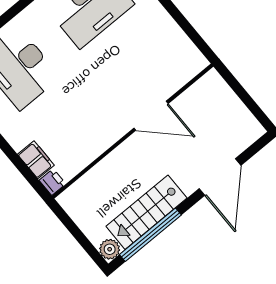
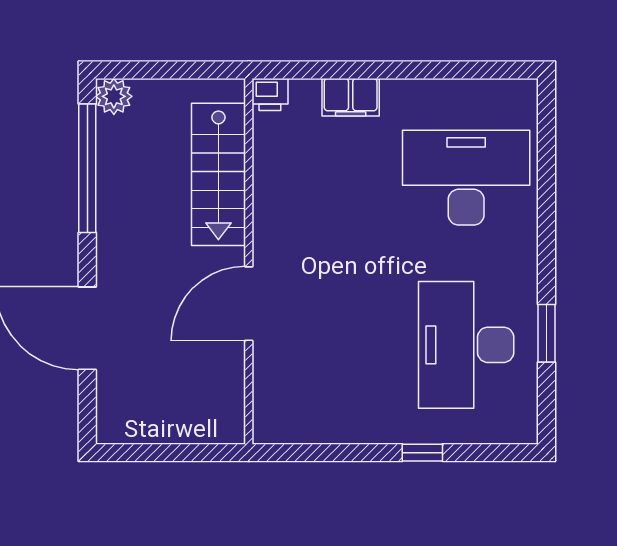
filing cabinet: (36, 160) -> (351, 97), moved
stairs: (146, 212) -> (218, 174), moved, turned 180

